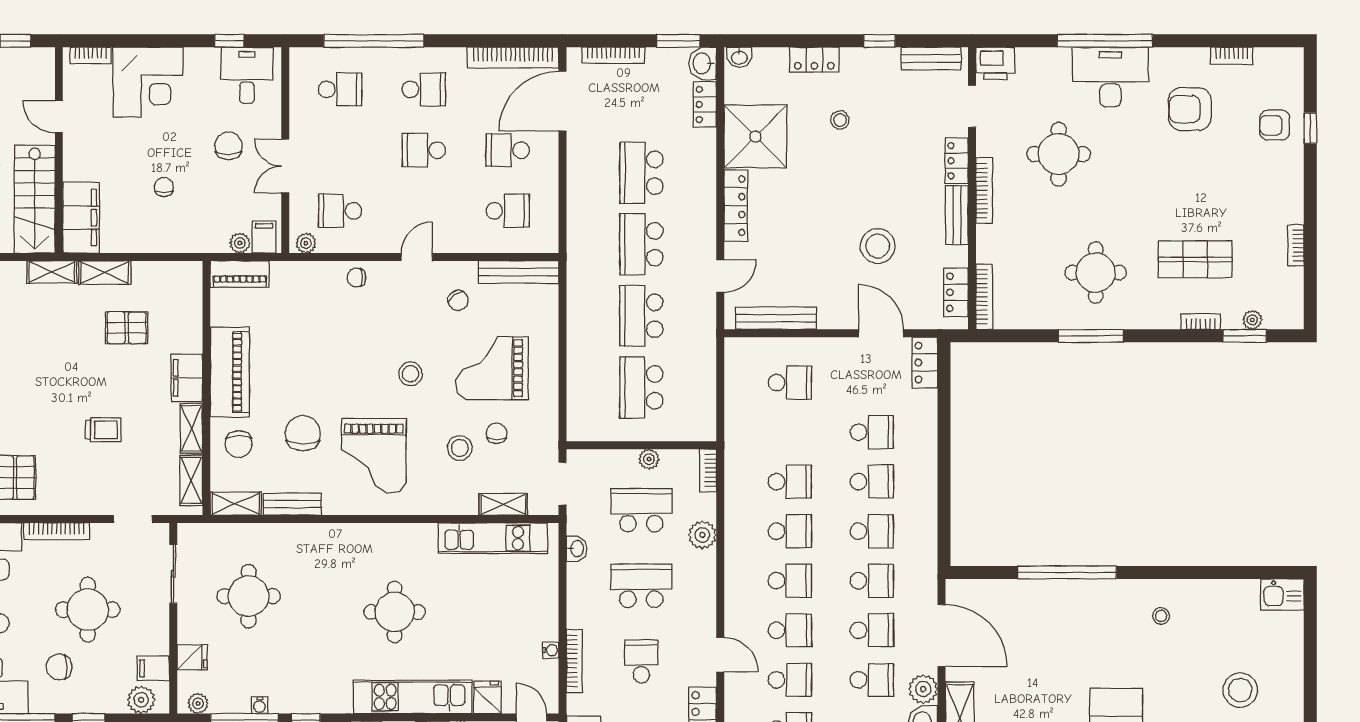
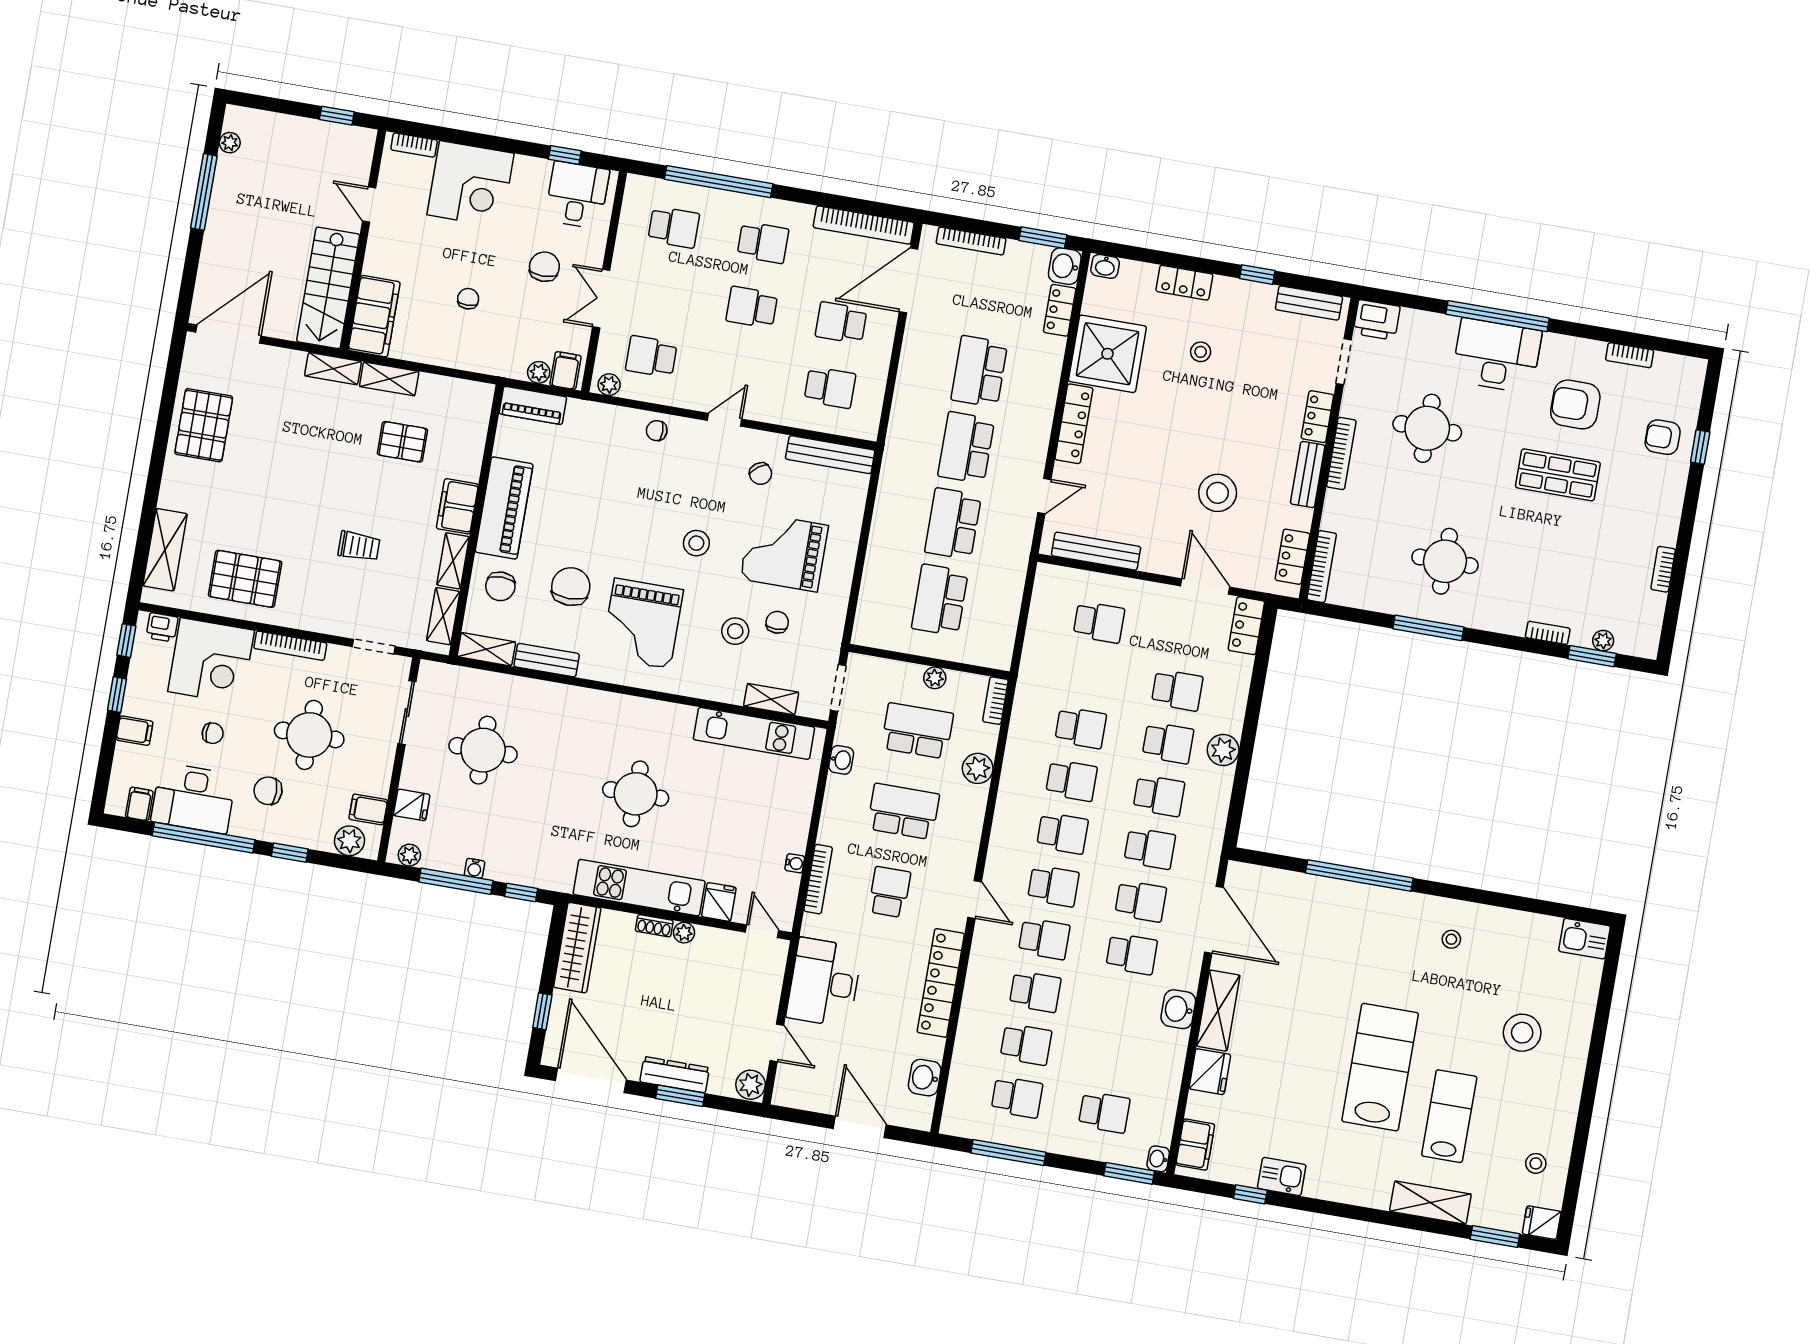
shop shelf: (1195, 259) -> (1558, 475), moved
plant: (923, 689) -> (1223, 750), moved

